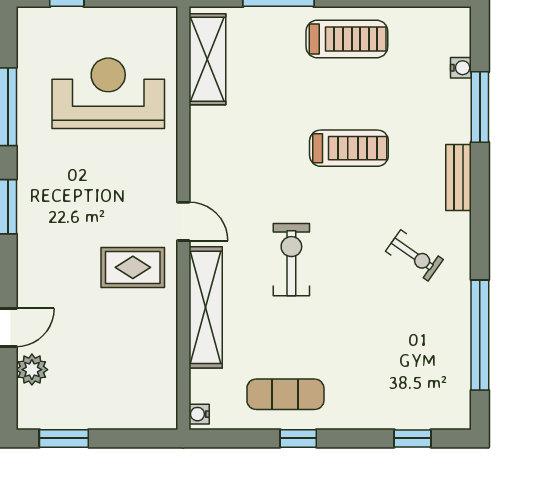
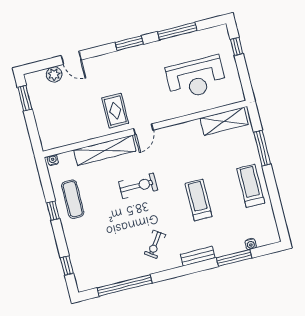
treadmill: (347, 39) -> (251, 186), turned 180
reception desk: (108, 93) -> (196, 78), turned 90
treadmill: (349, 148) -> (199, 200), turned 180

